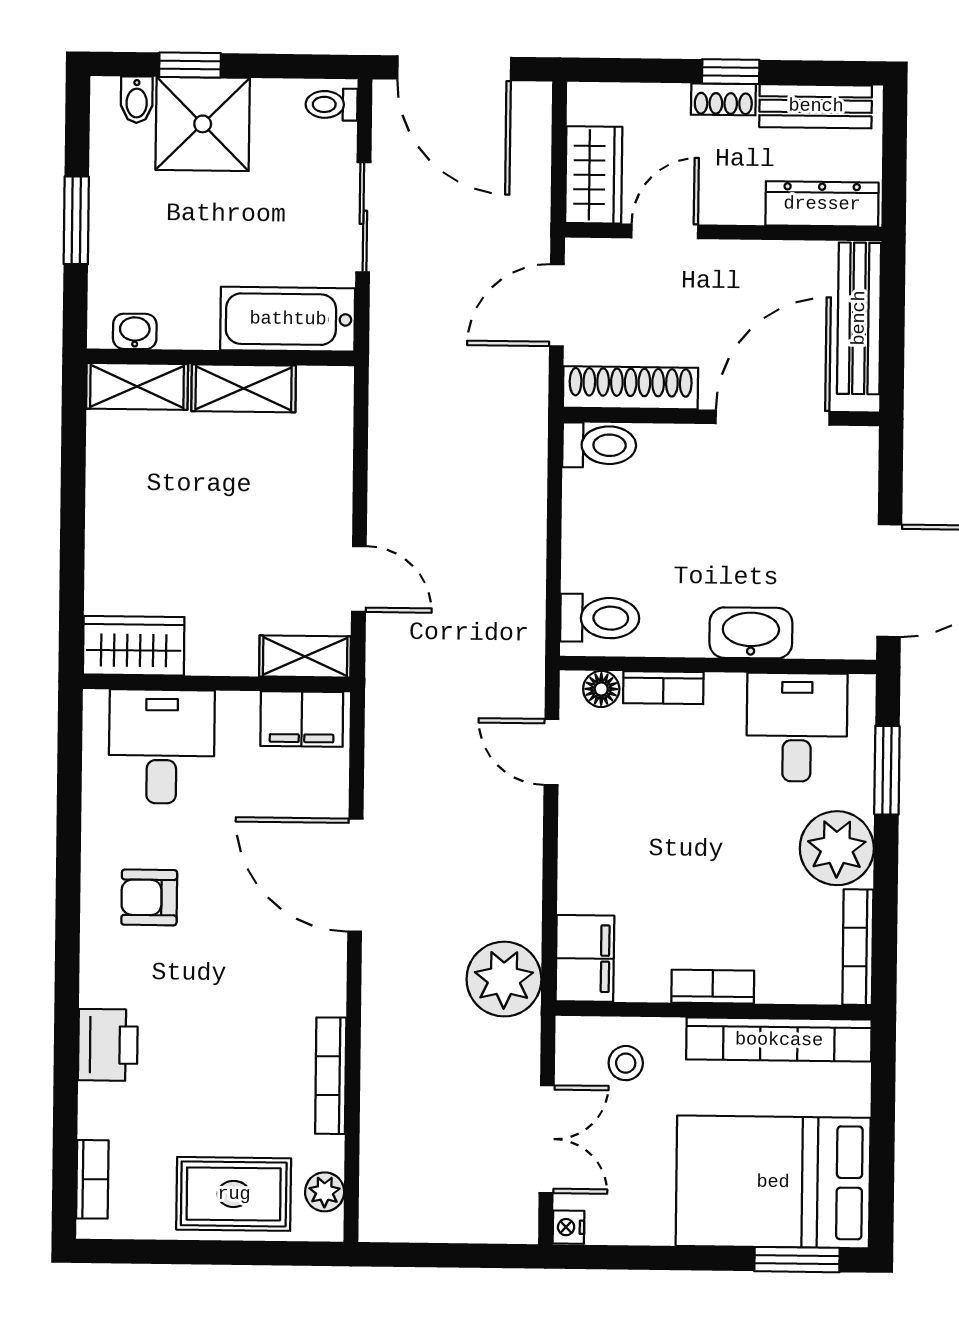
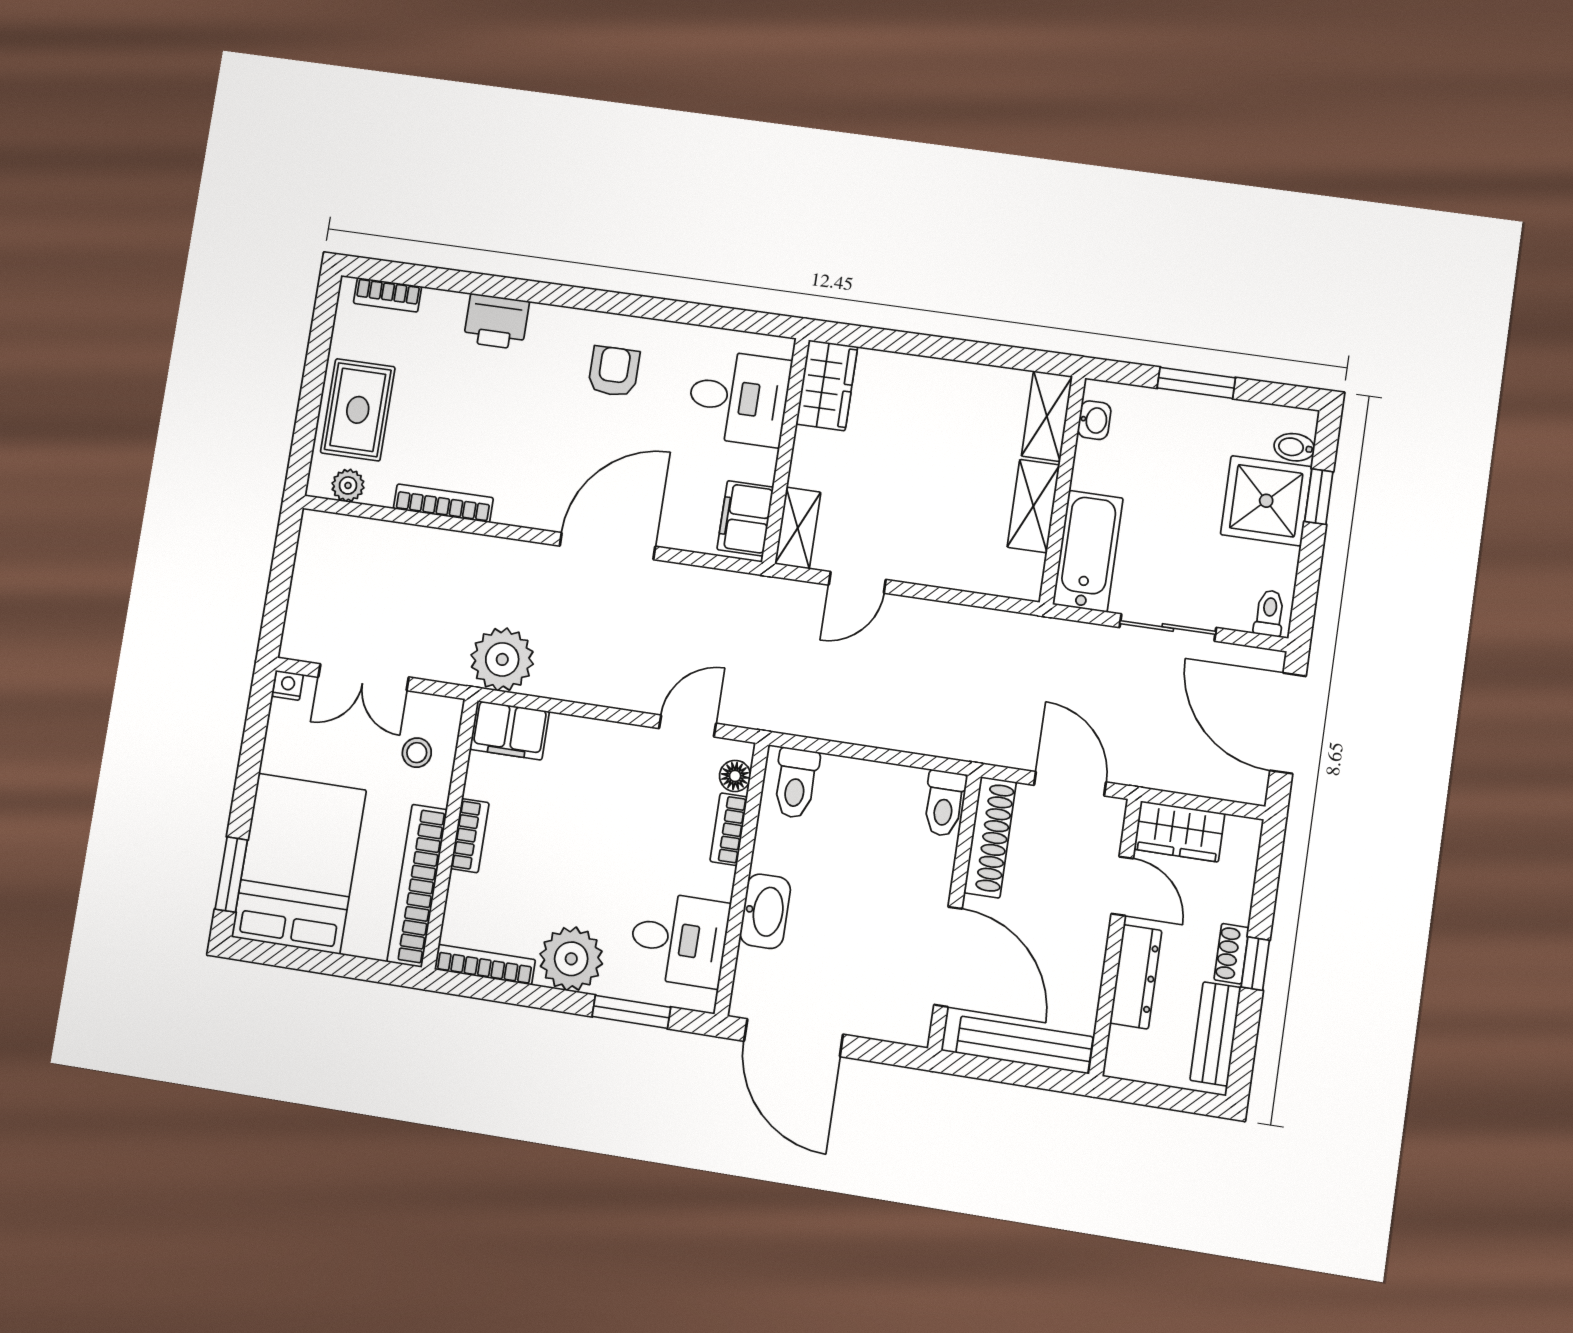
door: (454, 68) -> (1288, 723), hinge flipped
dresser: (822, 204) -> (1136, 977), moved

